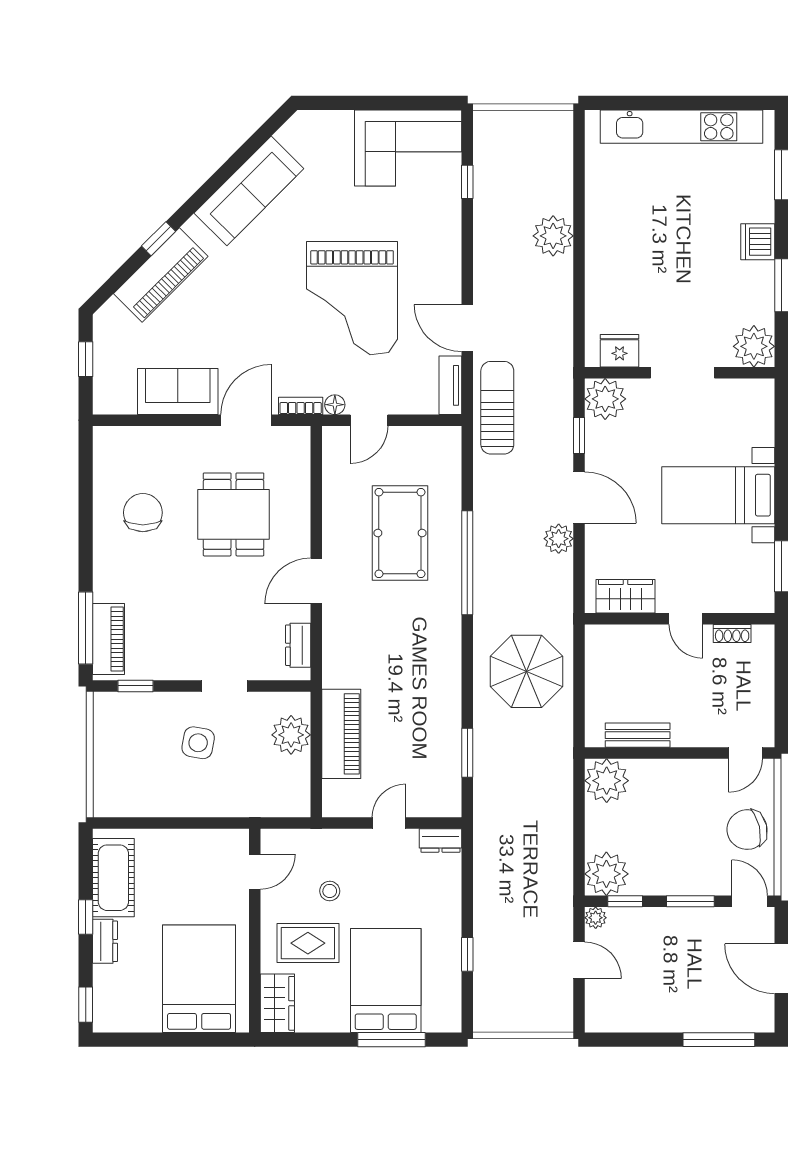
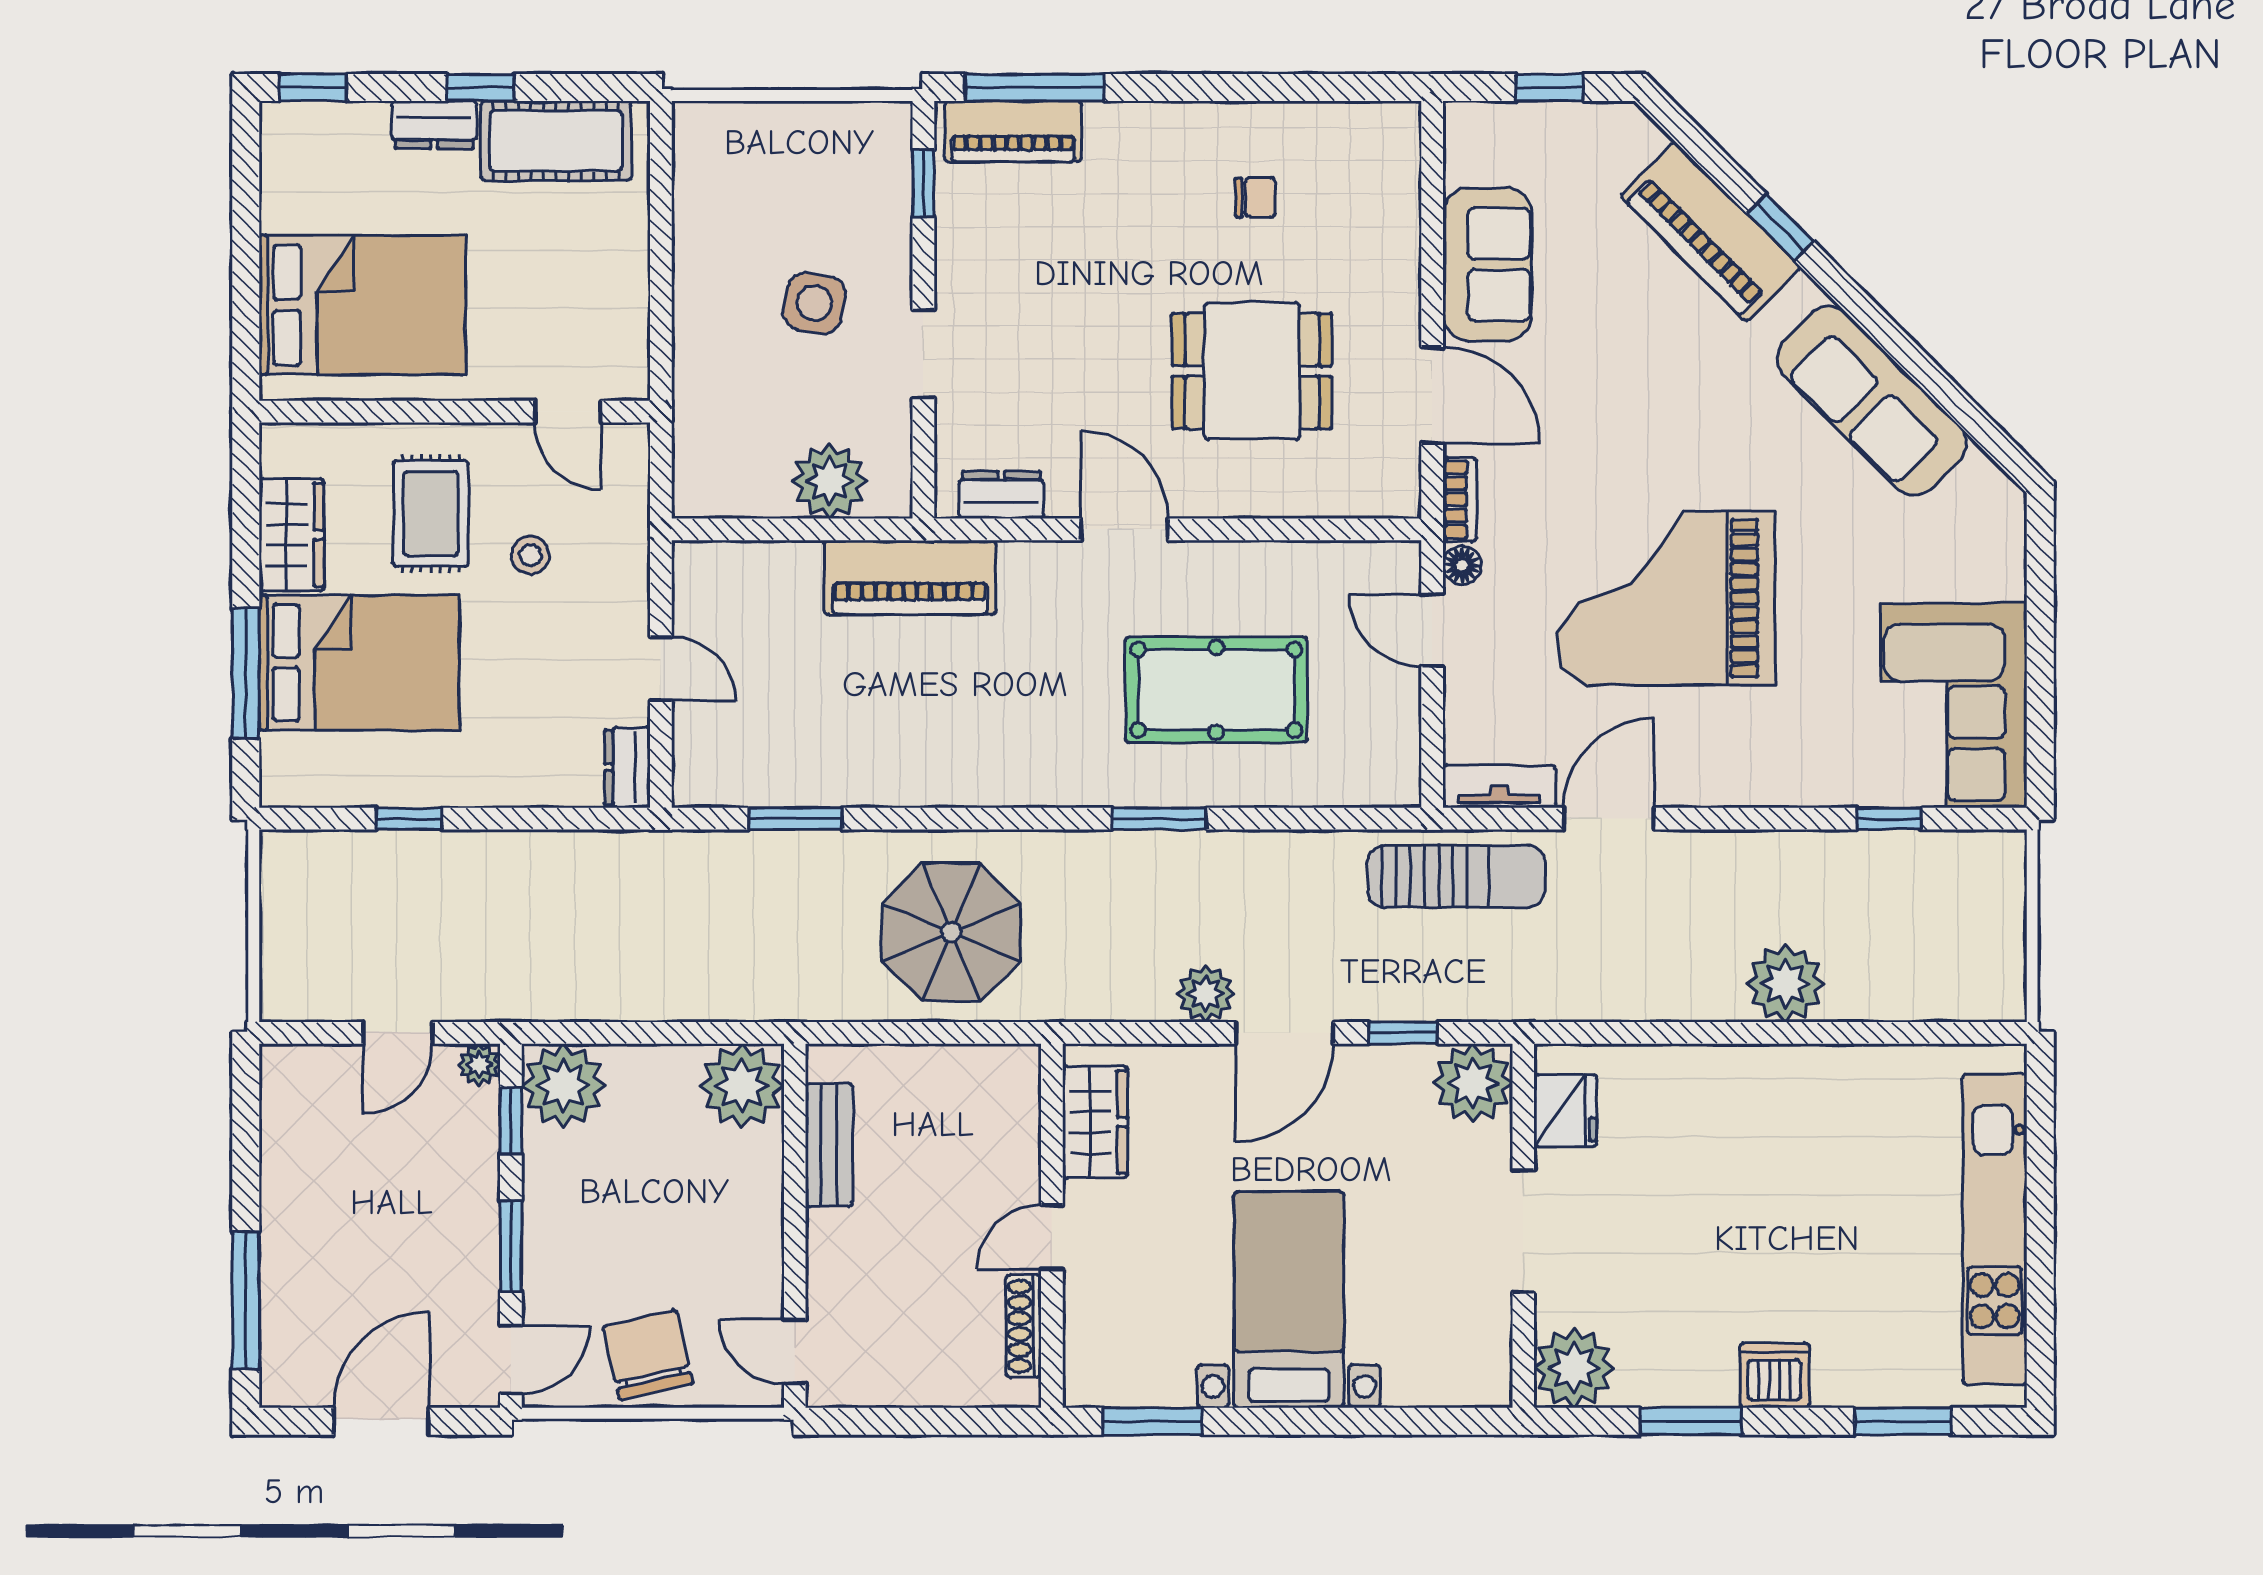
chair: (143, 513) -> (1255, 197), width x0.54, depth x0.54
window: (467, 563) -> (1159, 819), width x0.47
shoe rack: (732, 634) -> (1024, 1326), width x1.43
piano: (341, 734) -> (910, 577), moved
wardrobe: (277, 1003) -> (292, 535), moved, turned -90

